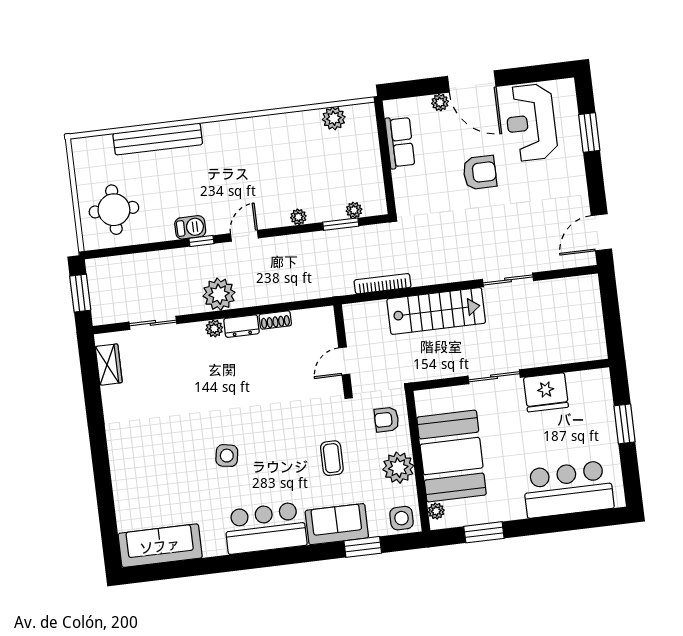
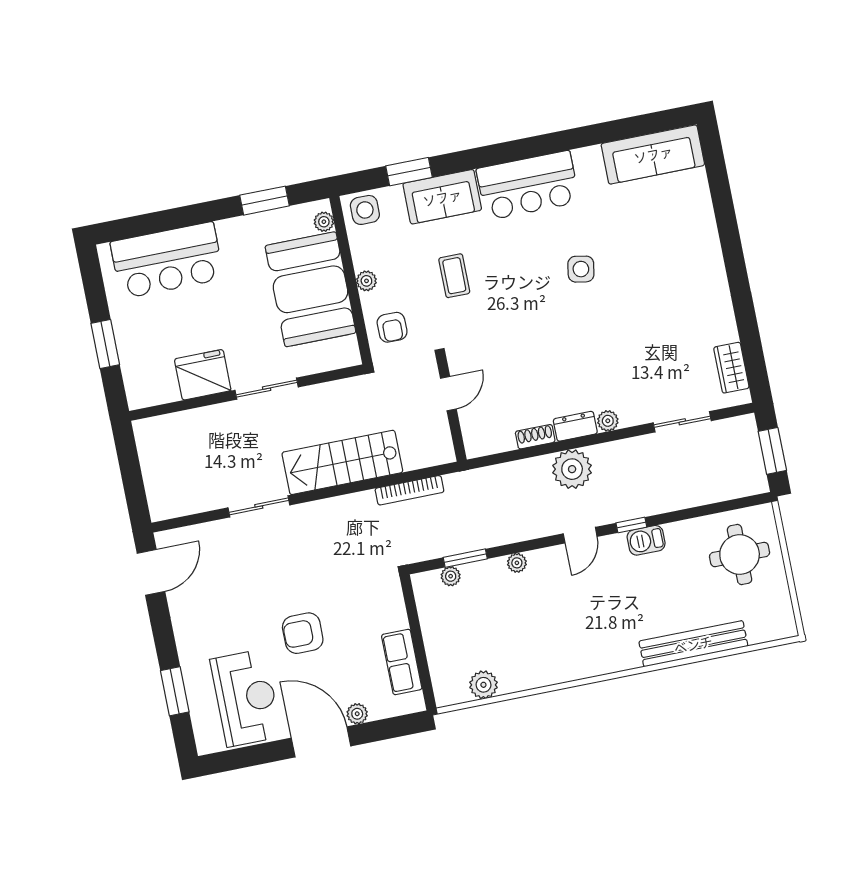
plant: (219, 294) -> (572, 469), moved
armchair: (387, 420) -> (392, 327), turned 90
plant: (398, 468) -> (366, 281), width x0.53, depth x0.53

